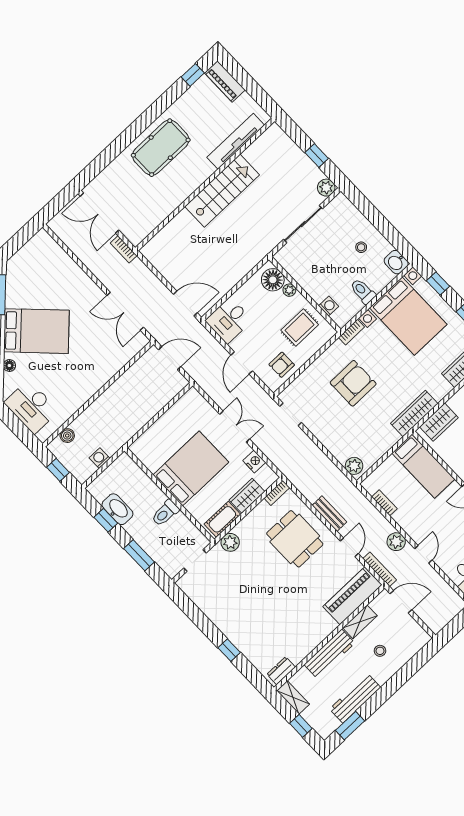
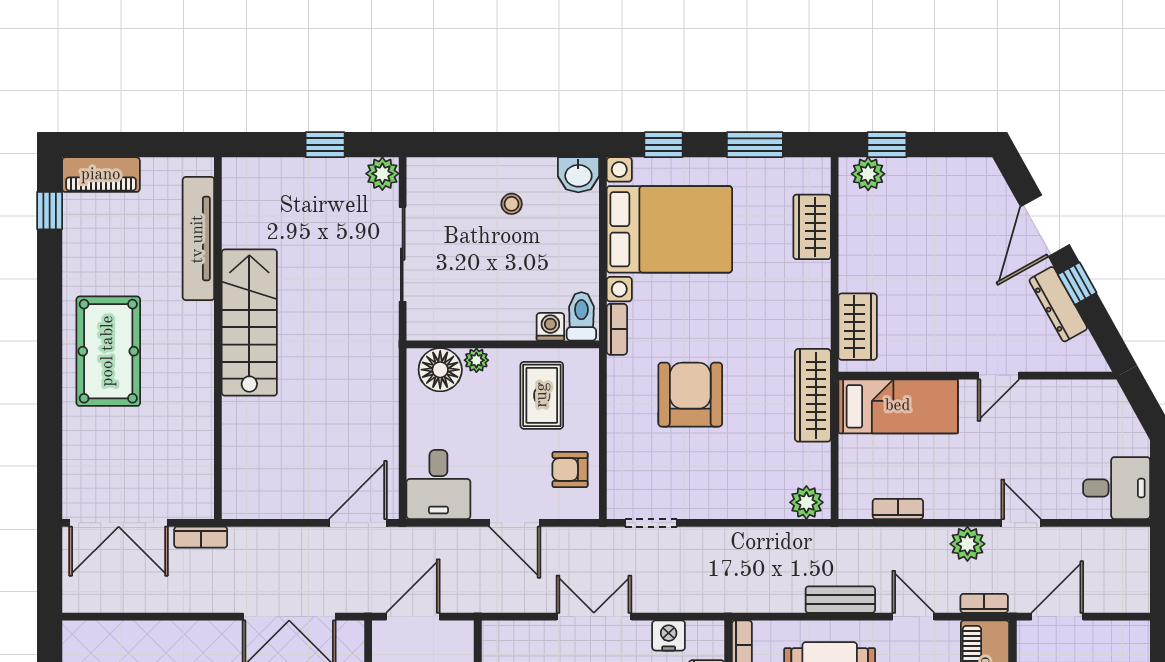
toilet: (363, 291) -> (581, 316), moved, turned 90
armchair: (282, 365) -> (570, 470), turned 90
wardrobe: (414, 413) -> (813, 395), moved
bookcase: (380, 569) -> (984, 603), width x0.64

